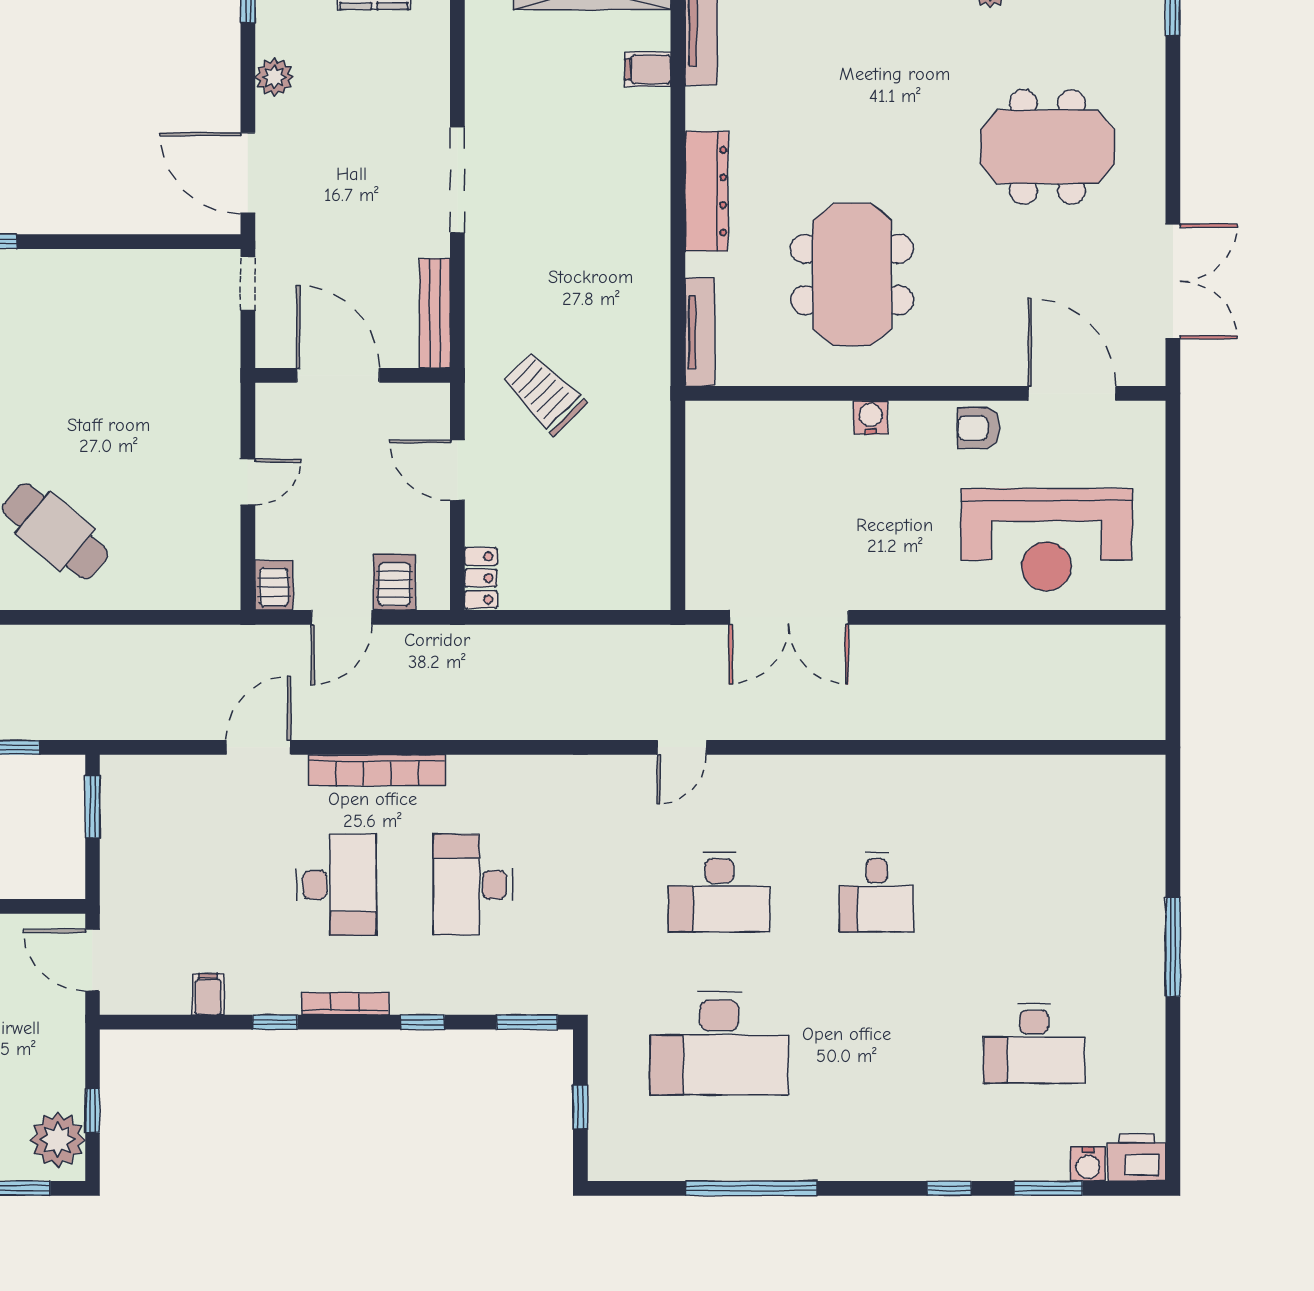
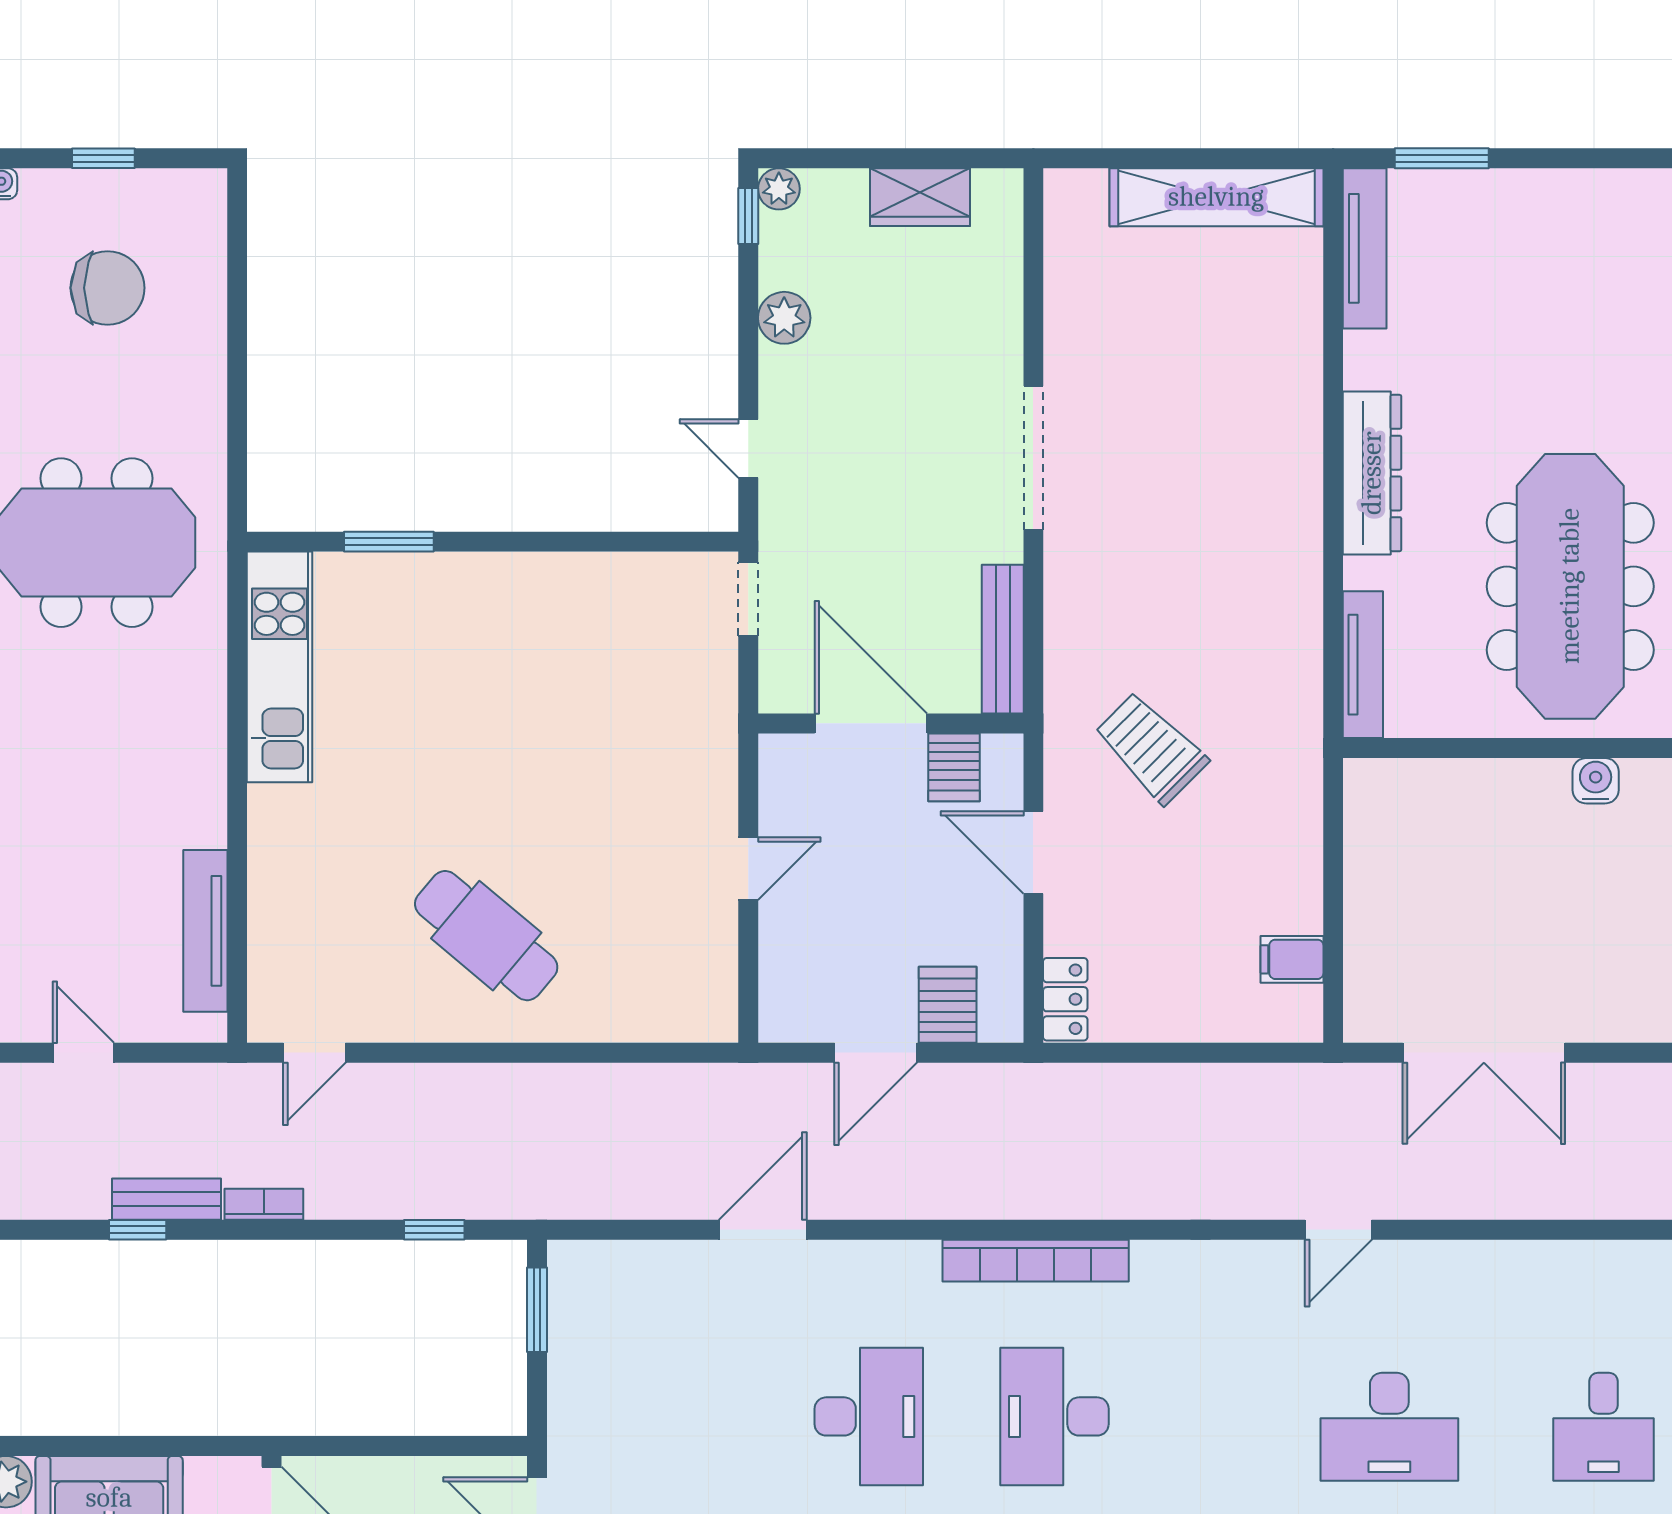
filing cabinet: (648, 69) -> (1292, 959), moved
door: (248, 173) -> (748, 449), width x0.53
meeting table: (852, 275) -> (1570, 586), width x1.36
server rack: (274, 585) -> (954, 767), moved, turned 180
bookcase: (377, 770) -> (1036, 1261), moved

